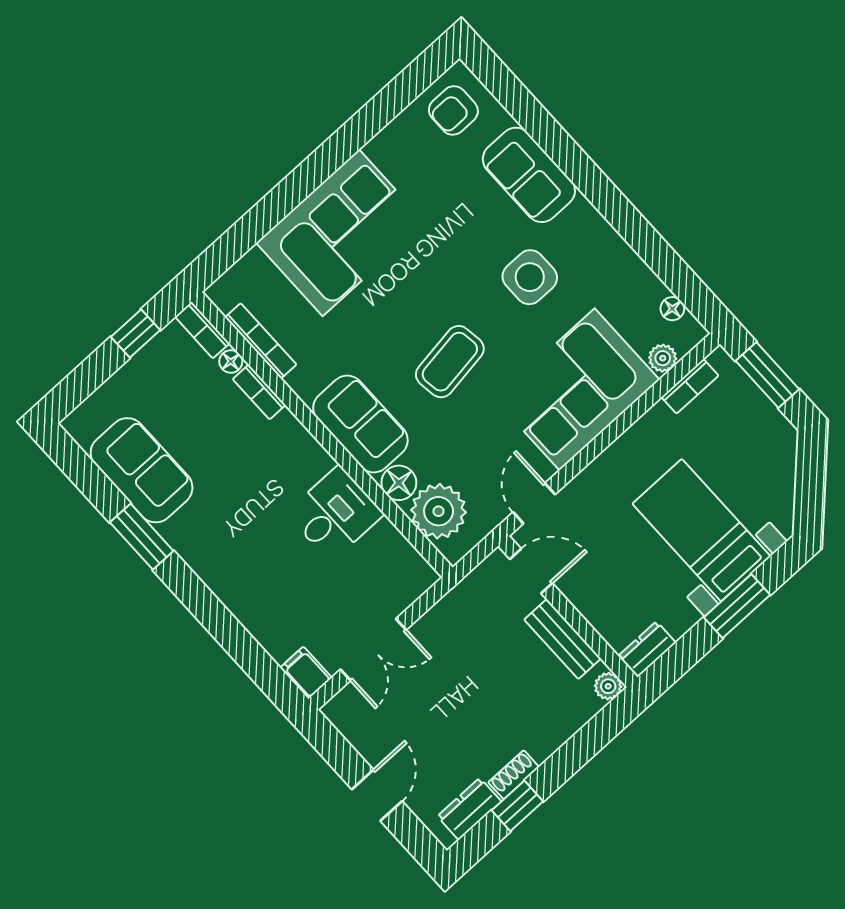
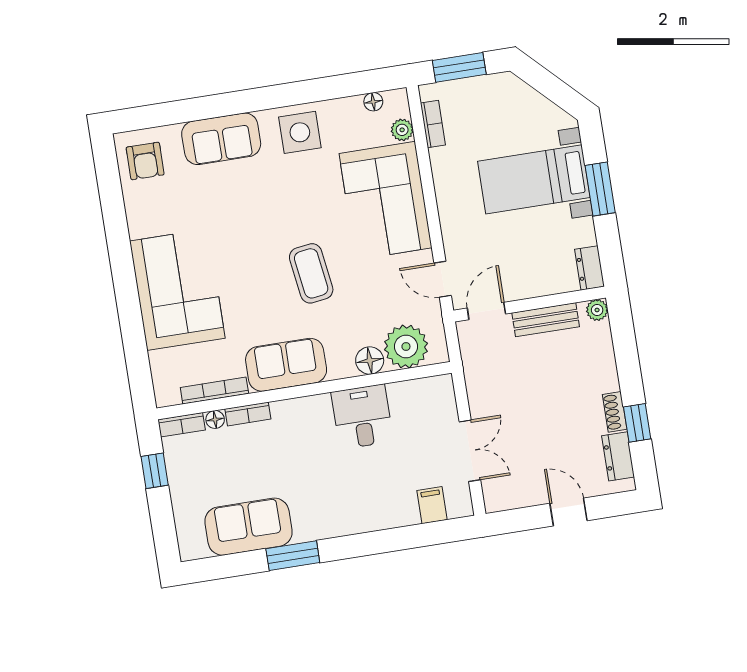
side table: (530, 277) -> (300, 132), moved
sofa: (360, 424) -> (286, 365), moved
filing cabinet: (306, 673) -> (432, 505), moved, turned 90

